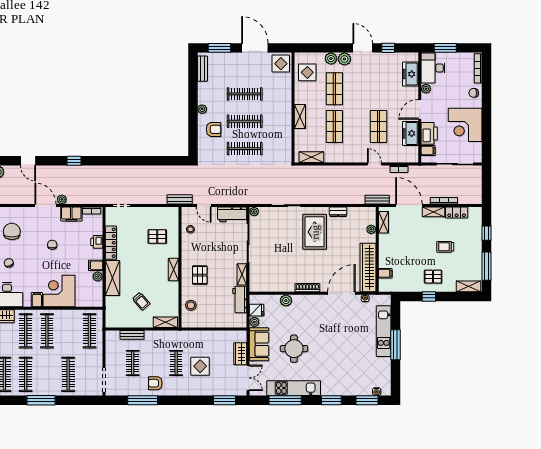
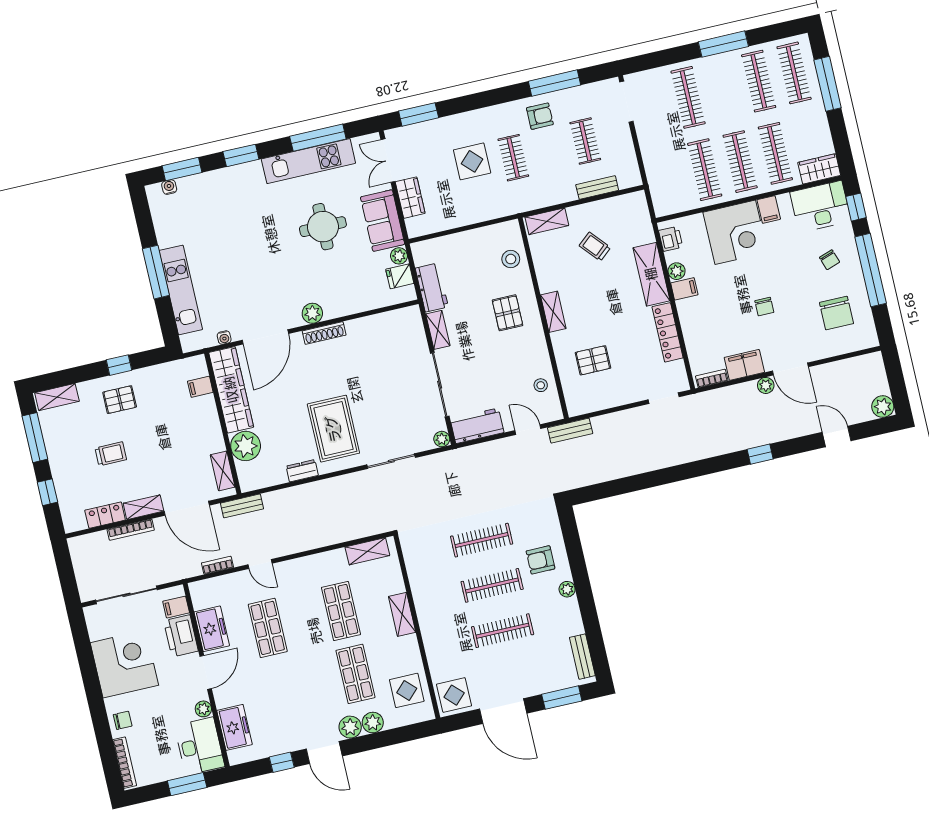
plant: (371, 229) -> (246, 446), width x1.88, depth x1.88
printer: (97, 242) -> (671, 239), moved
plant: (286, 301) -> (312, 313), moved
clothes rail: (89, 331) -> (705, 170), moved

